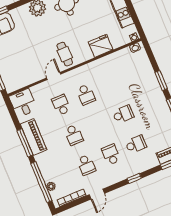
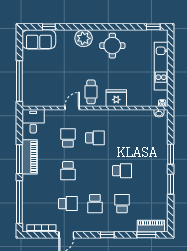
fridge: (101, 46) -> (116, 98), moved
school desk: (86, 95) -> (95, 138), turned -90
school desk: (136, 144) -> (122, 204), turned -90
school desk: (111, 155) -> (95, 204), turned 180
school desk: (86, 165) -> (68, 204), turned -90
plant: (51, 186) -> (27, 210), removed

